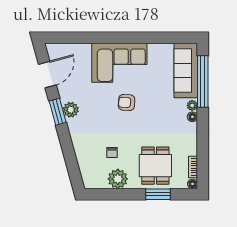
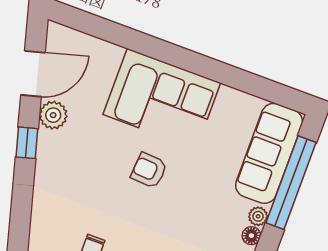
plant: (71, 110) -> (53, 115), moved
window: (58, 112) -> (27, 143), width x0.67

